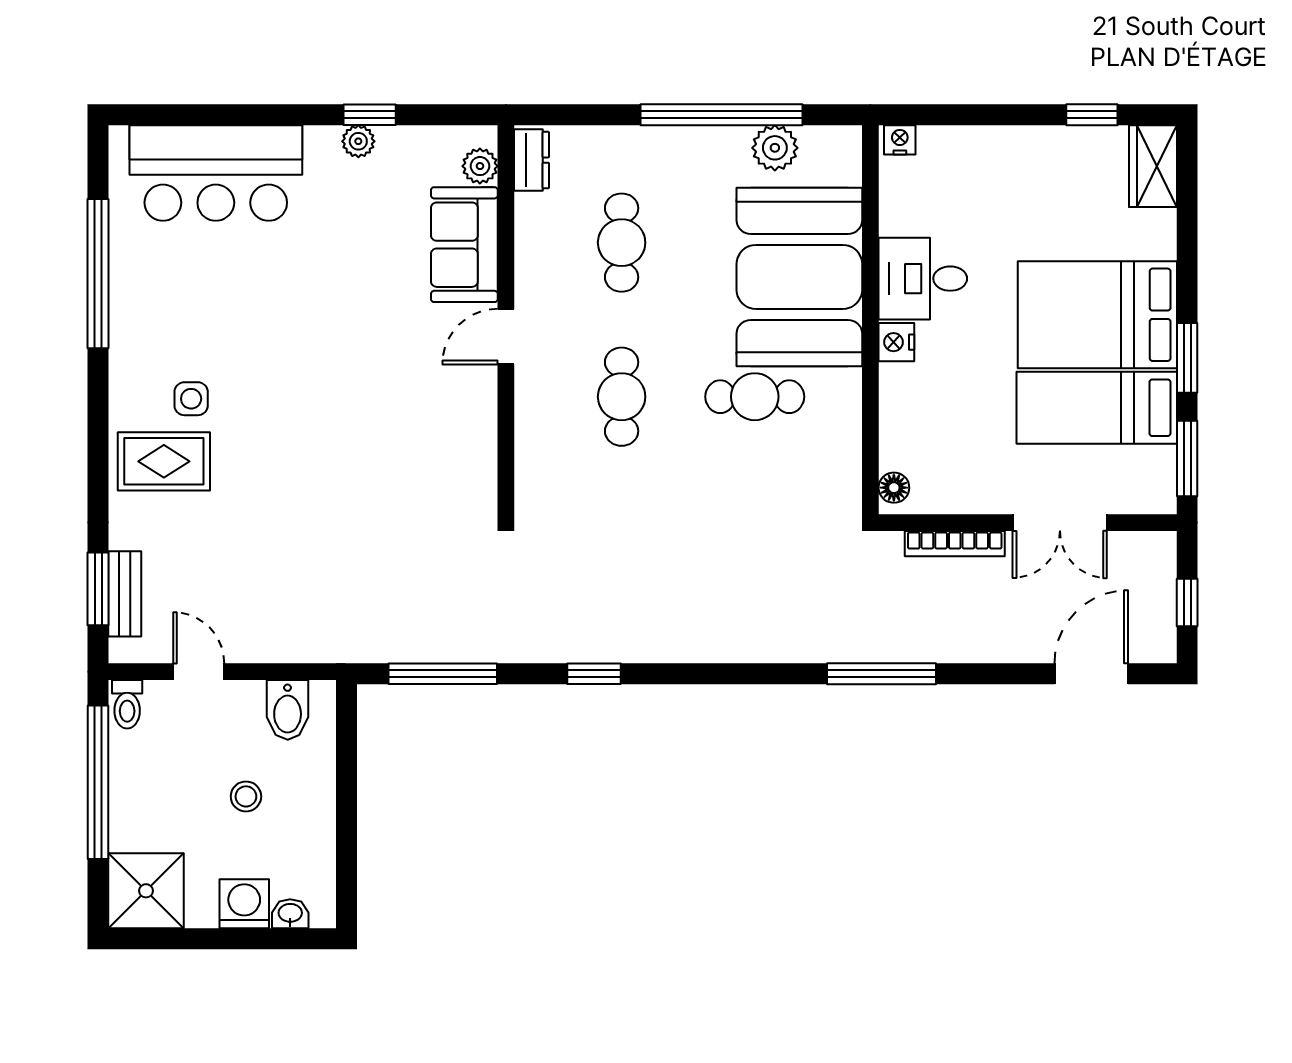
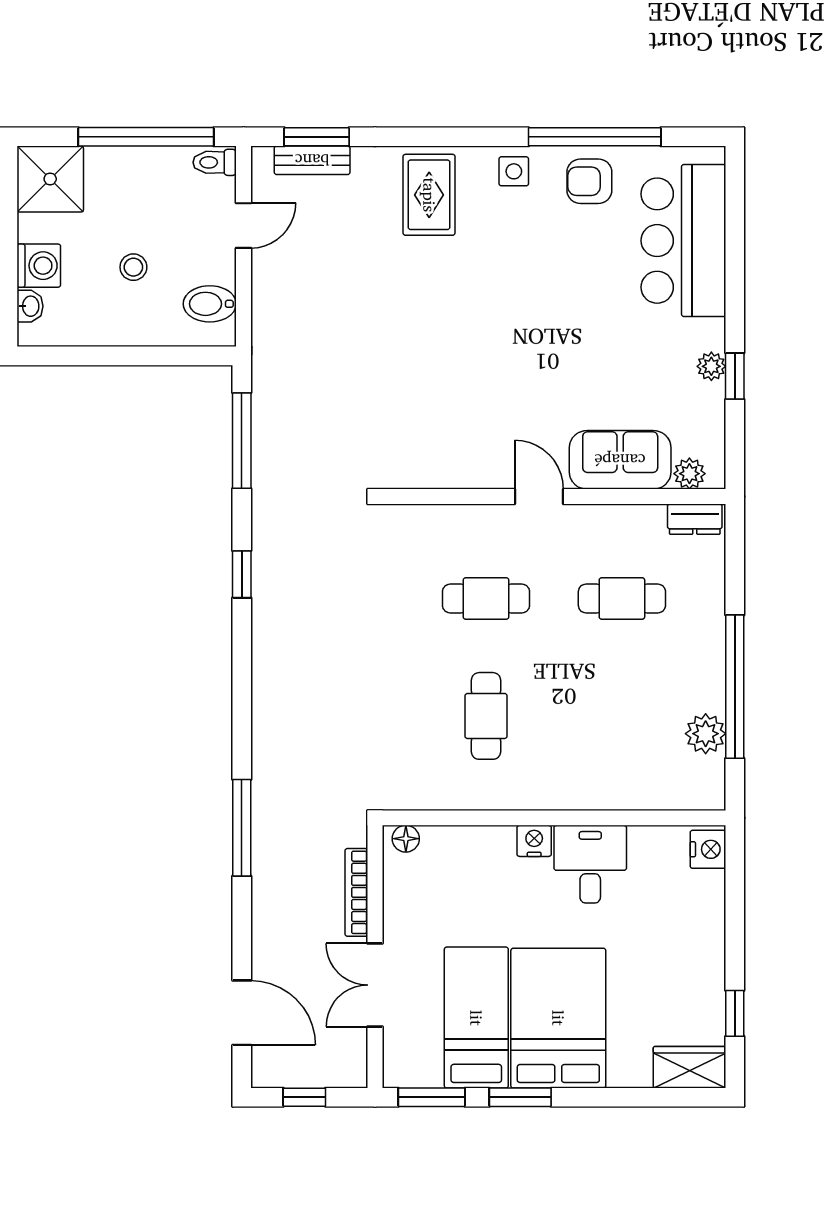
nightstand: (900, 140) -> (708, 849), width x1.39, depth x1.35
booth: (799, 277) -> (592, 755), removed
armchair: (149, 280) -> (589, 181), added
side table: (191, 399) -> (514, 171), moved

